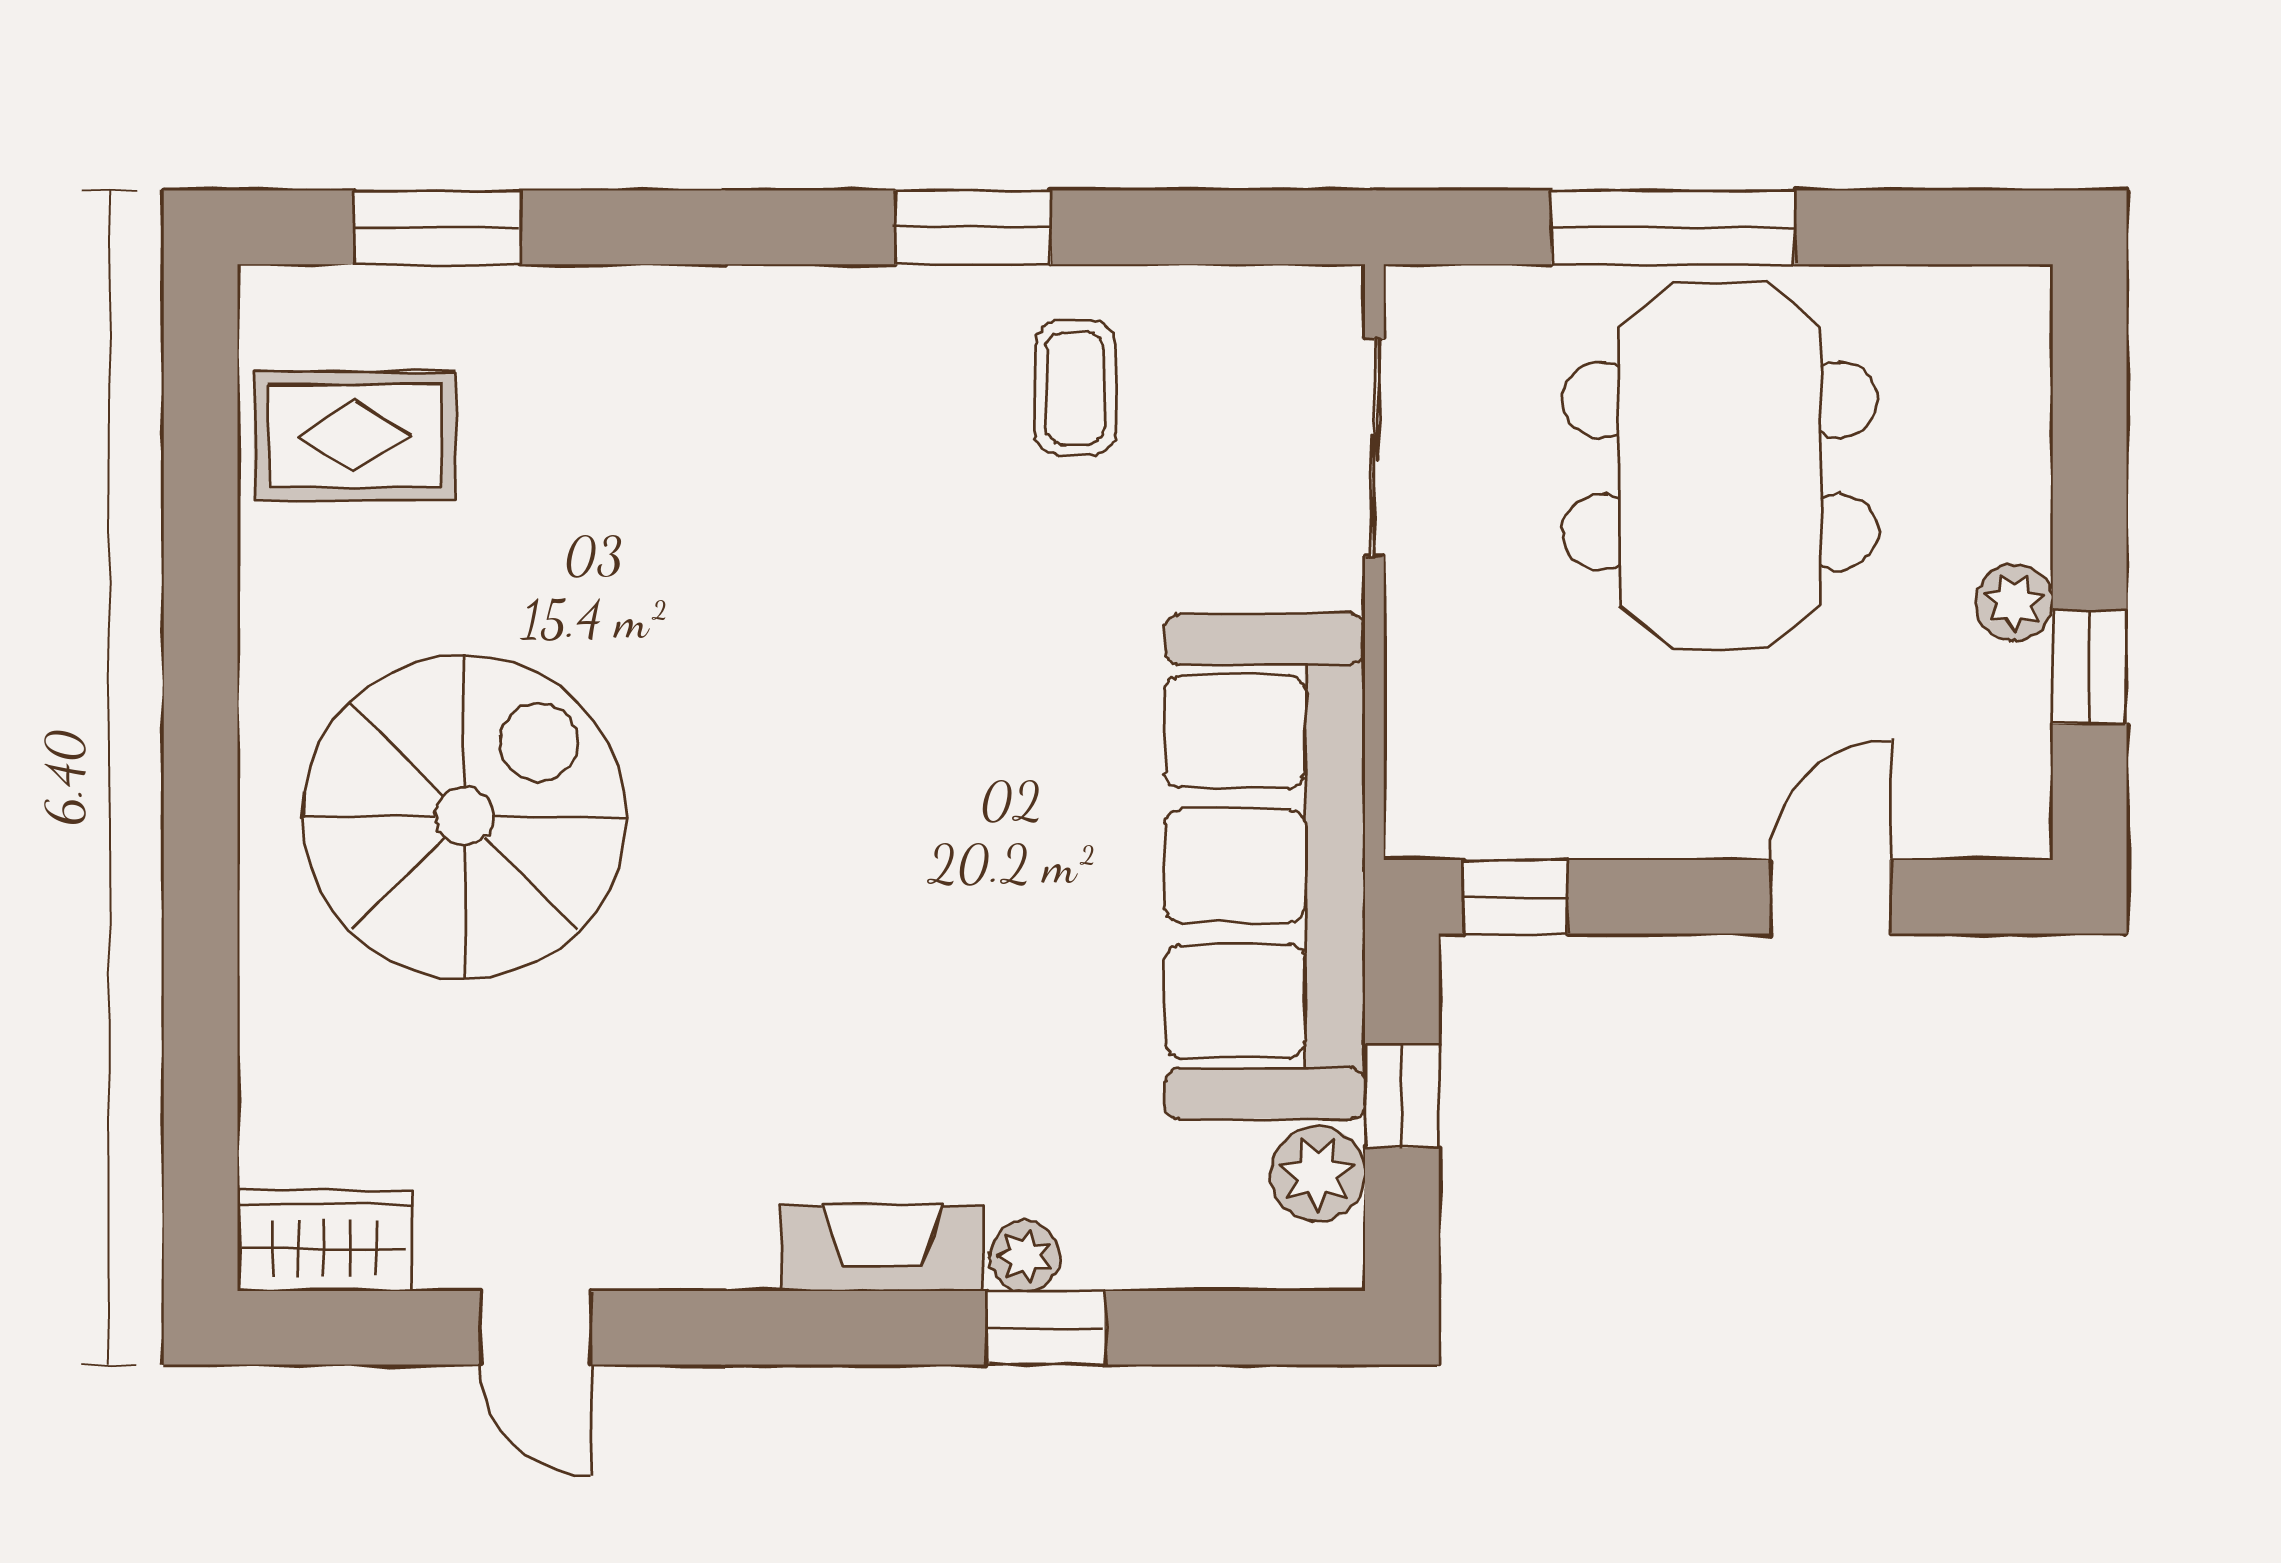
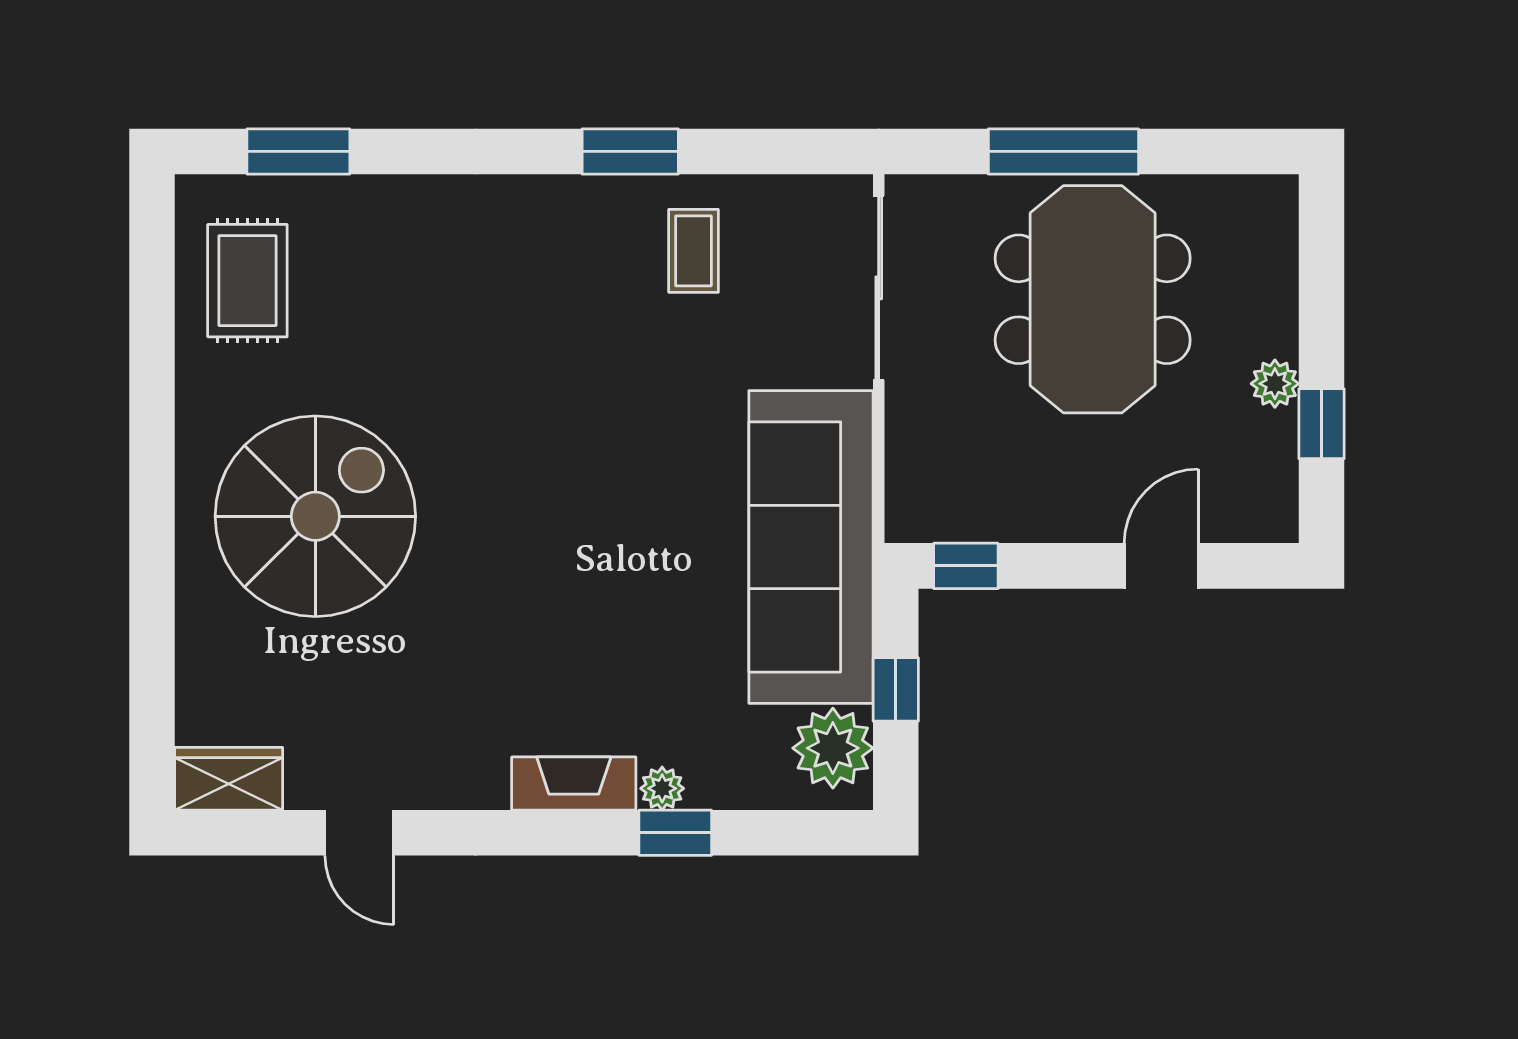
rug: (355, 436) -> (247, 281), turned 90
sliding door: (1374, 448) -> (879, 288), width x1.37
plant: (1318, 1174) -> (833, 748), width x1.36, depth x1.36

